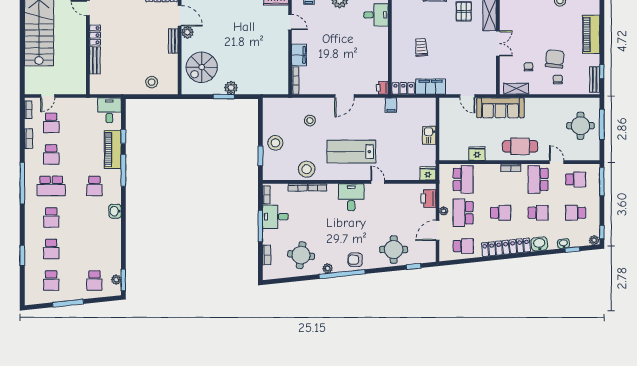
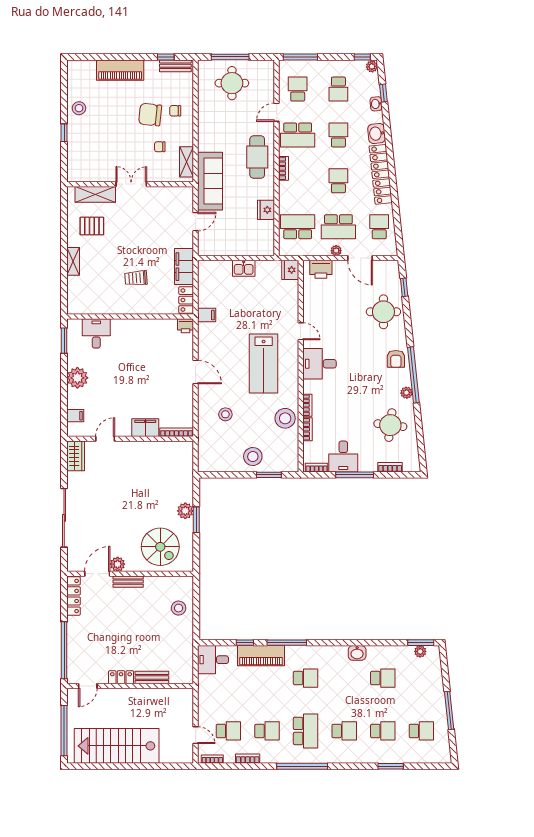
door: (378, 182) -> (301, 331), swing flipped
washbasin: (115, 211) -> (357, 653), moved
school desk: (94, 281) -> (383, 678), moved

